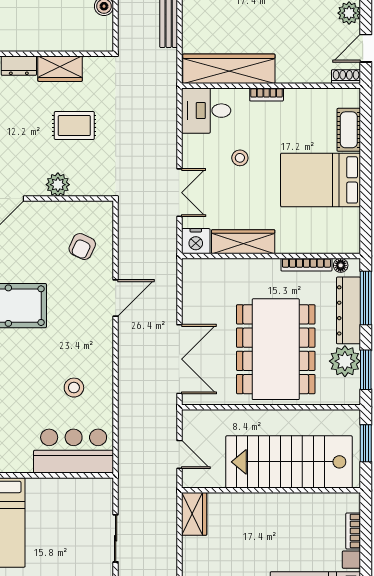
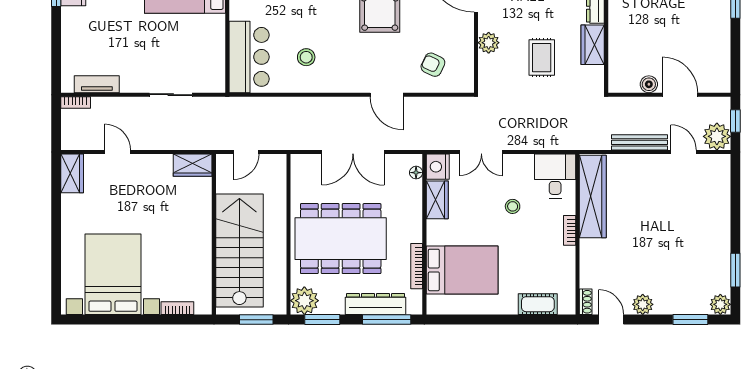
bed: (321, 180) -> (462, 270), moved, turned 90
wardrobe: (243, 242) -> (437, 200), width x0.67
floor lamp: (341, 265) -> (416, 173), moved
double door: (179, 359) -> (353, 152), moved
plant: (345, 361) -> (304, 301), moved

